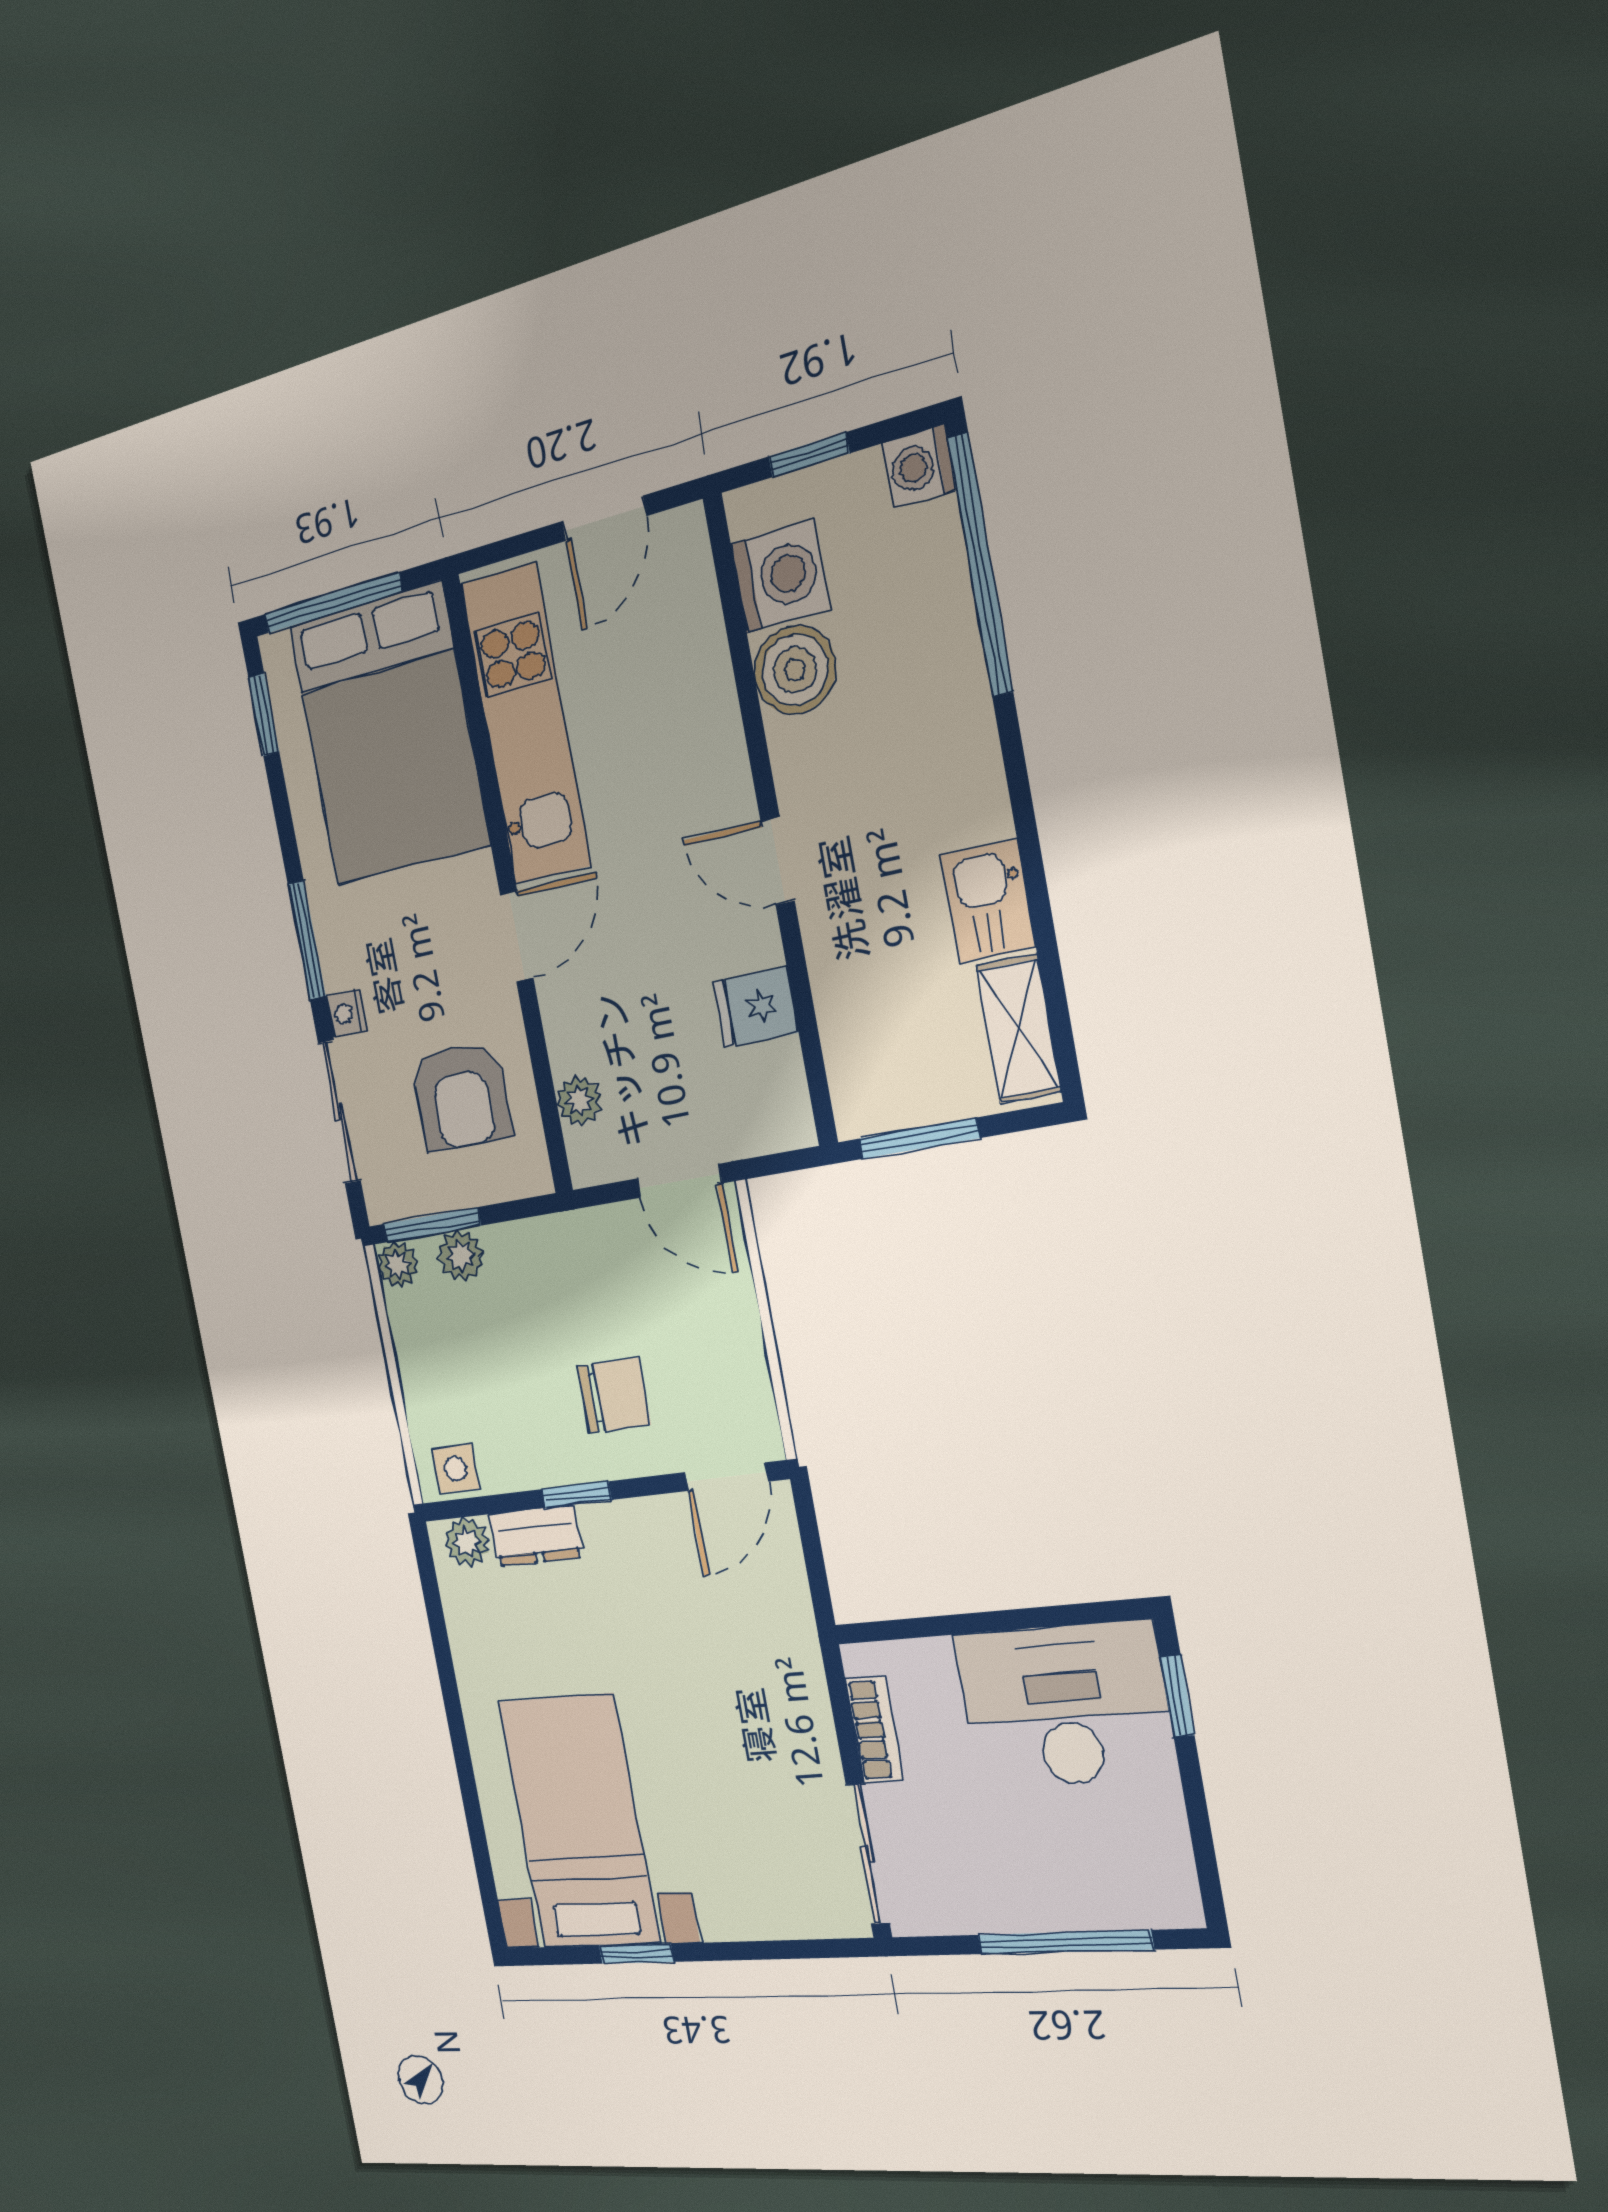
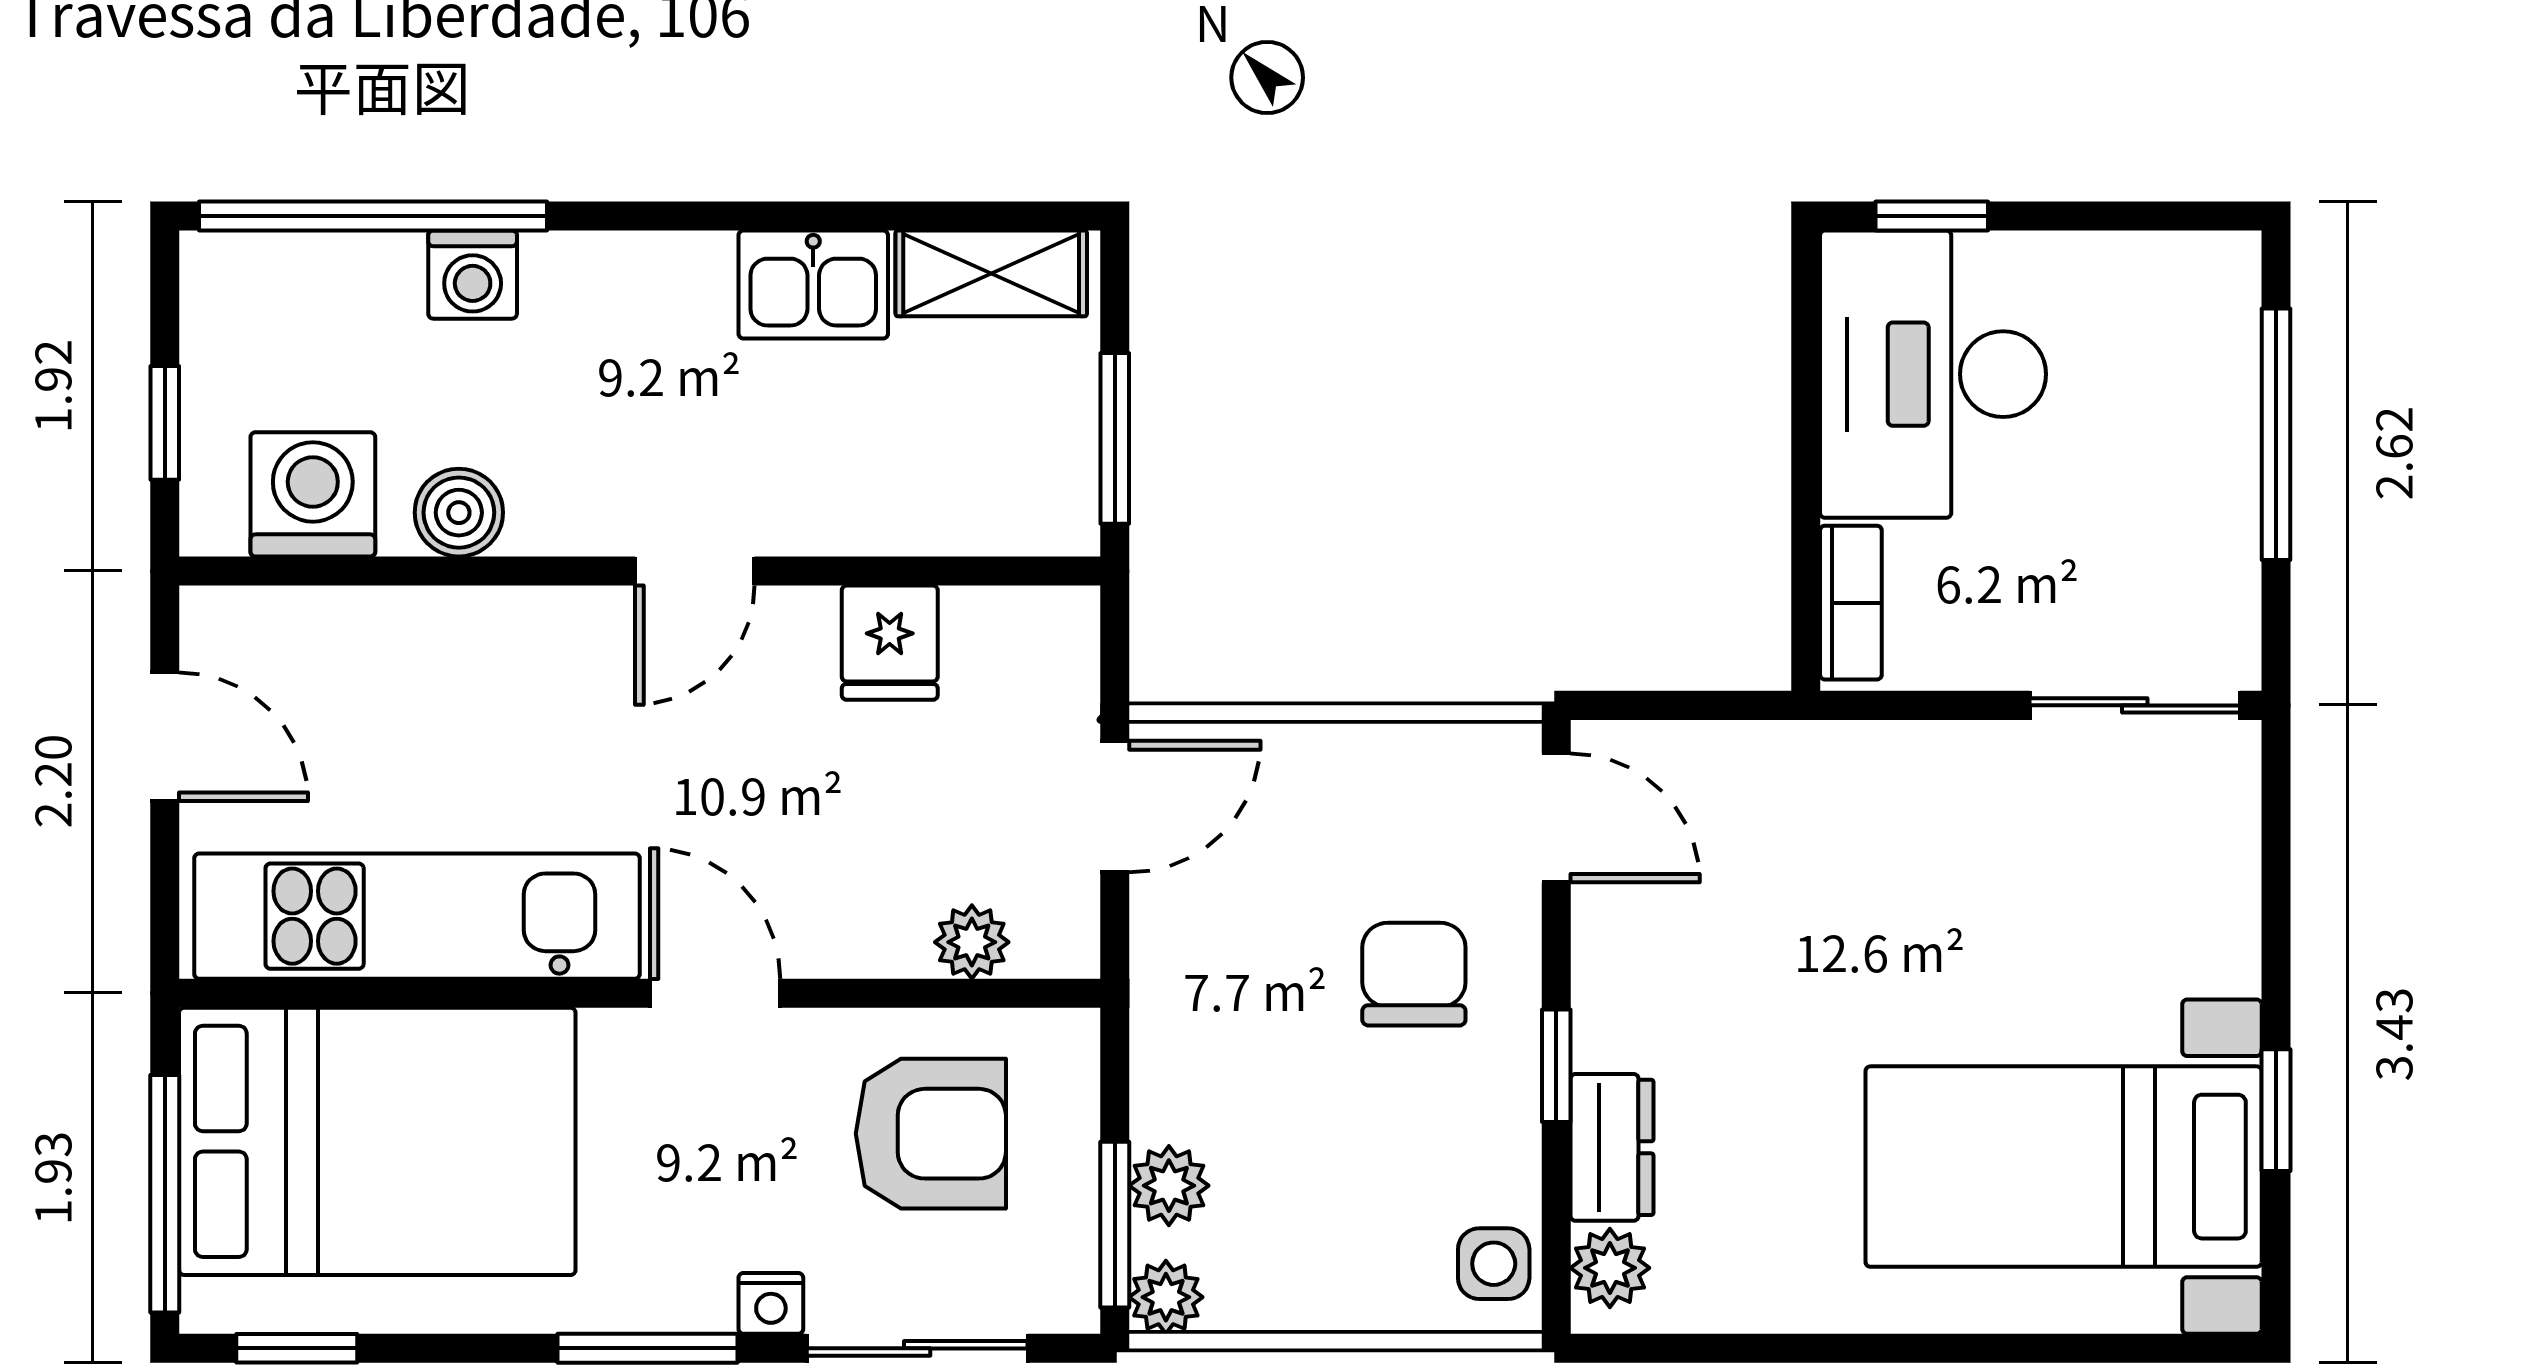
washing machine: (919, 466) -> (473, 275), moved
boiler: (795, 670) -> (459, 513), width x0.73, depth x0.73
bookcase: (875, 1729) -> (1851, 603), moved, turned 90

